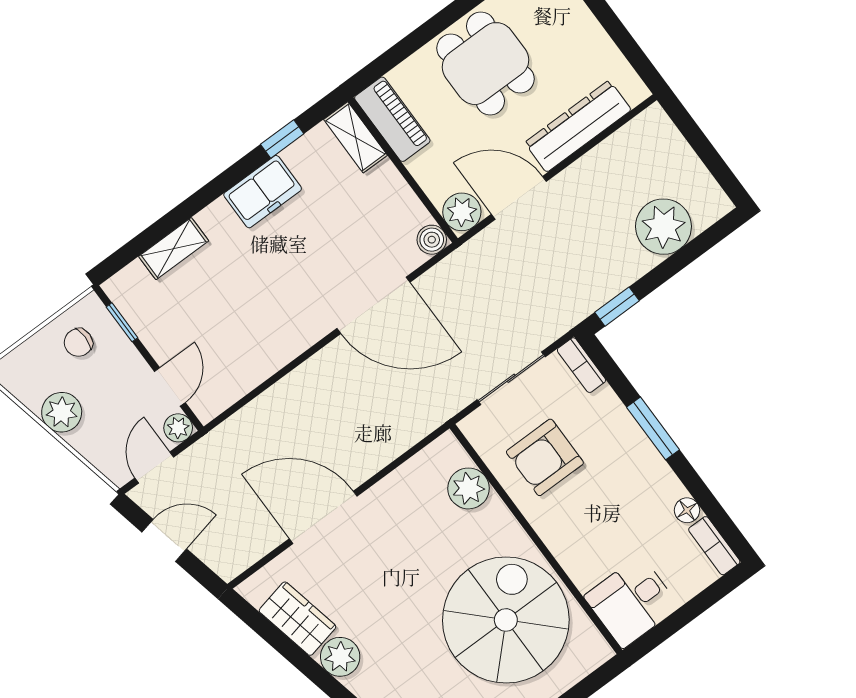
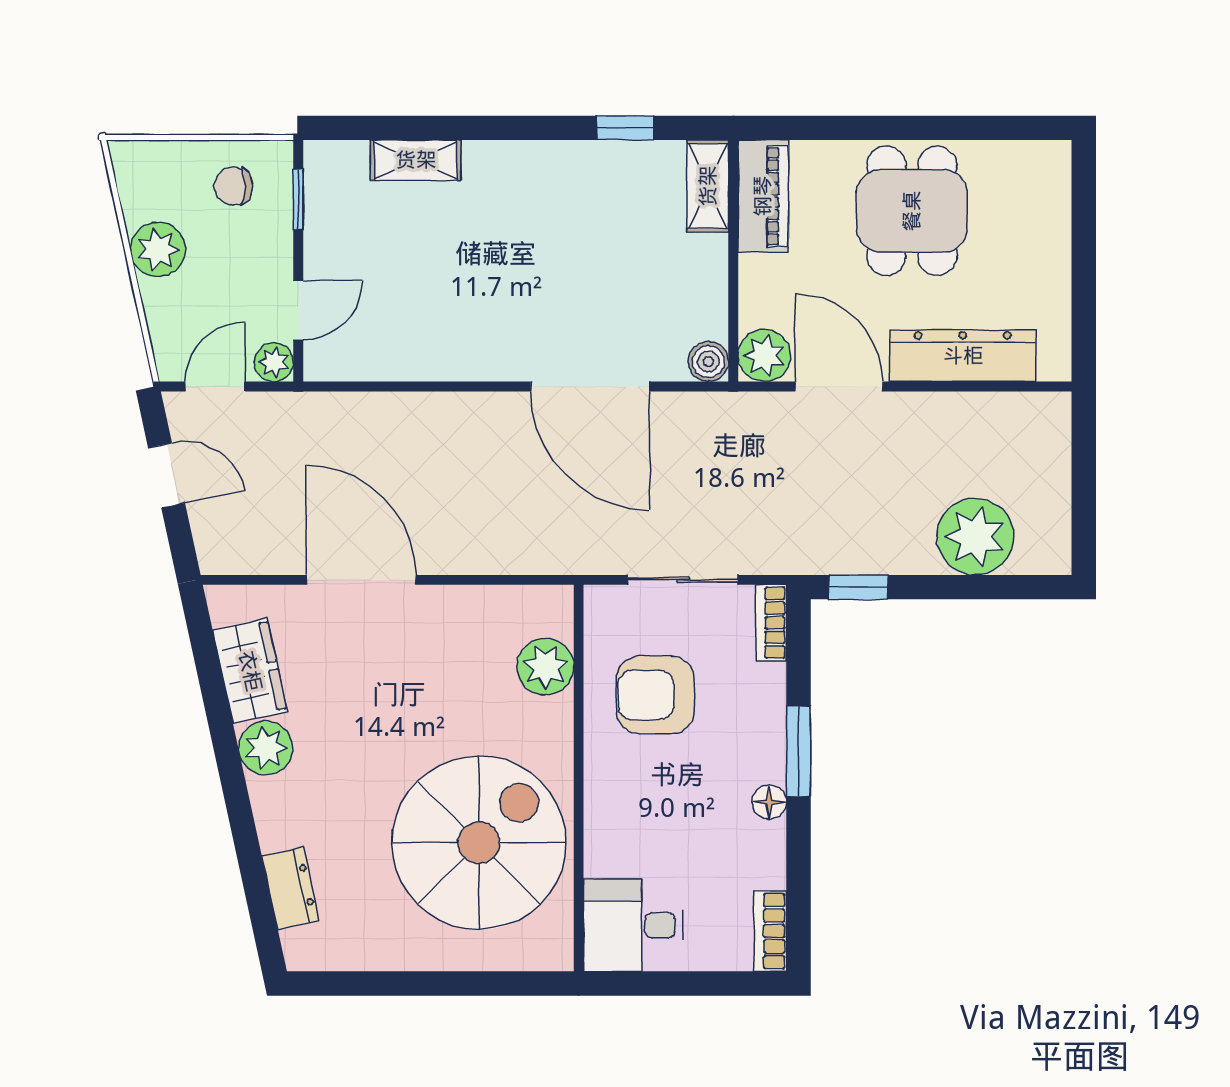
freezer: (263, 192) -> (561, 170), removed
floor lamp: (687, 510) -> (769, 802), moved

